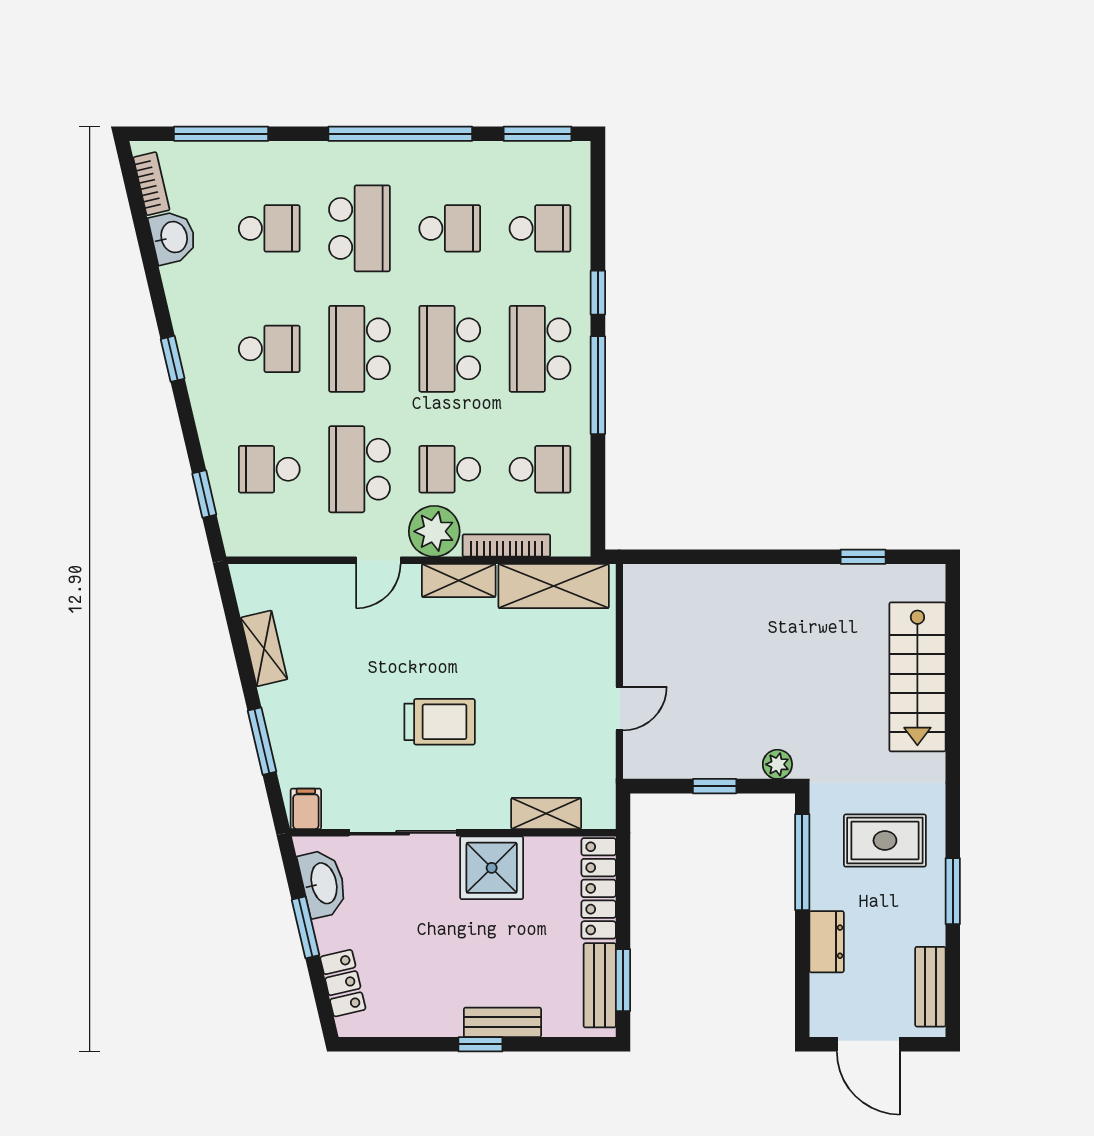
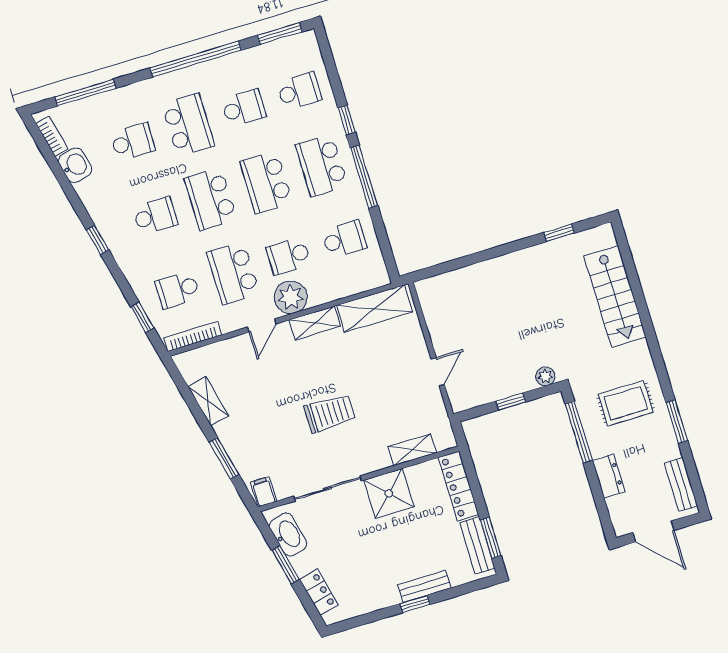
bookcase: (506, 546) -> (193, 336), moved

